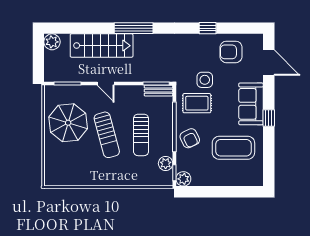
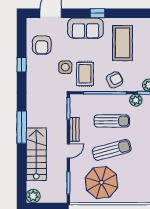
bench: (159, 91) -> (74, 129), moved

